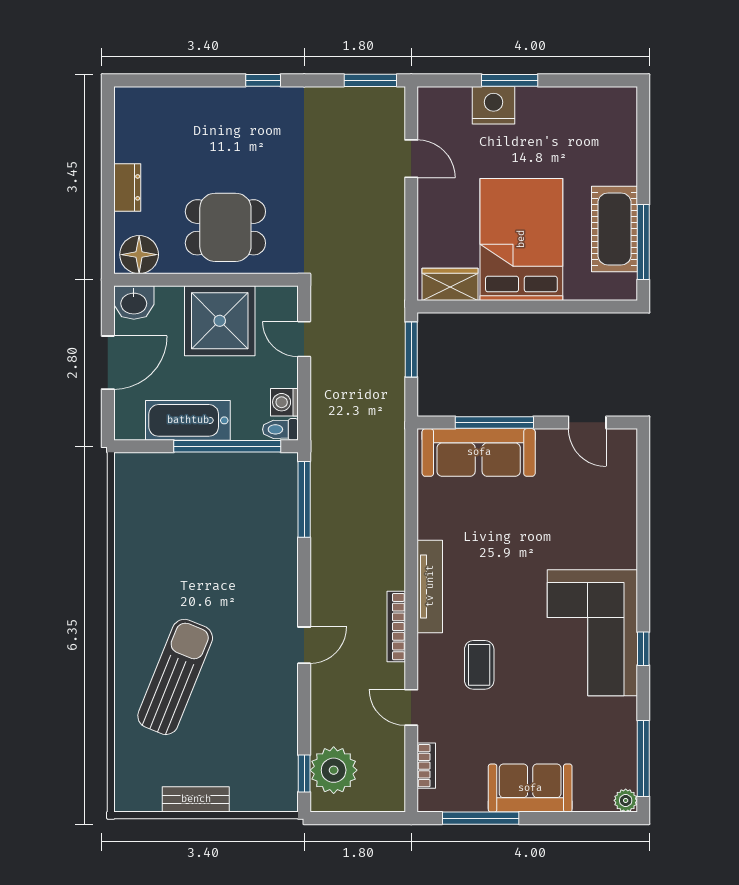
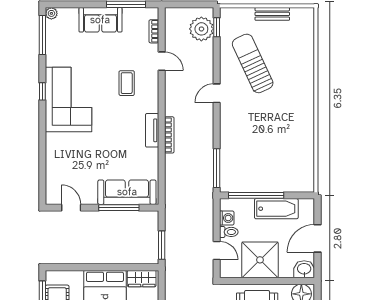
toilet: (280, 429) -> (229, 232), moved
tv unit: (430, 586) -> (152, 130), width x0.71
bookcase: (396, 627) -> (169, 135), moved
sun lounger: (175, 677) -> (253, 63), moved, turned 133

